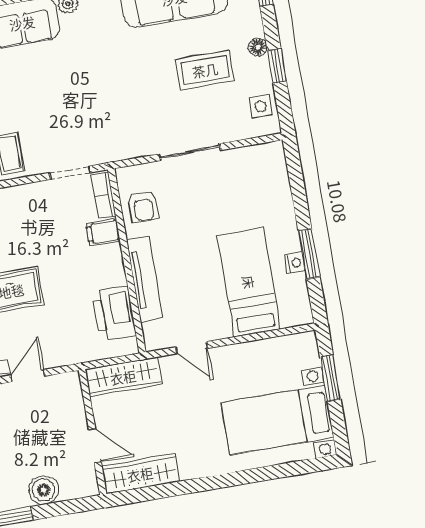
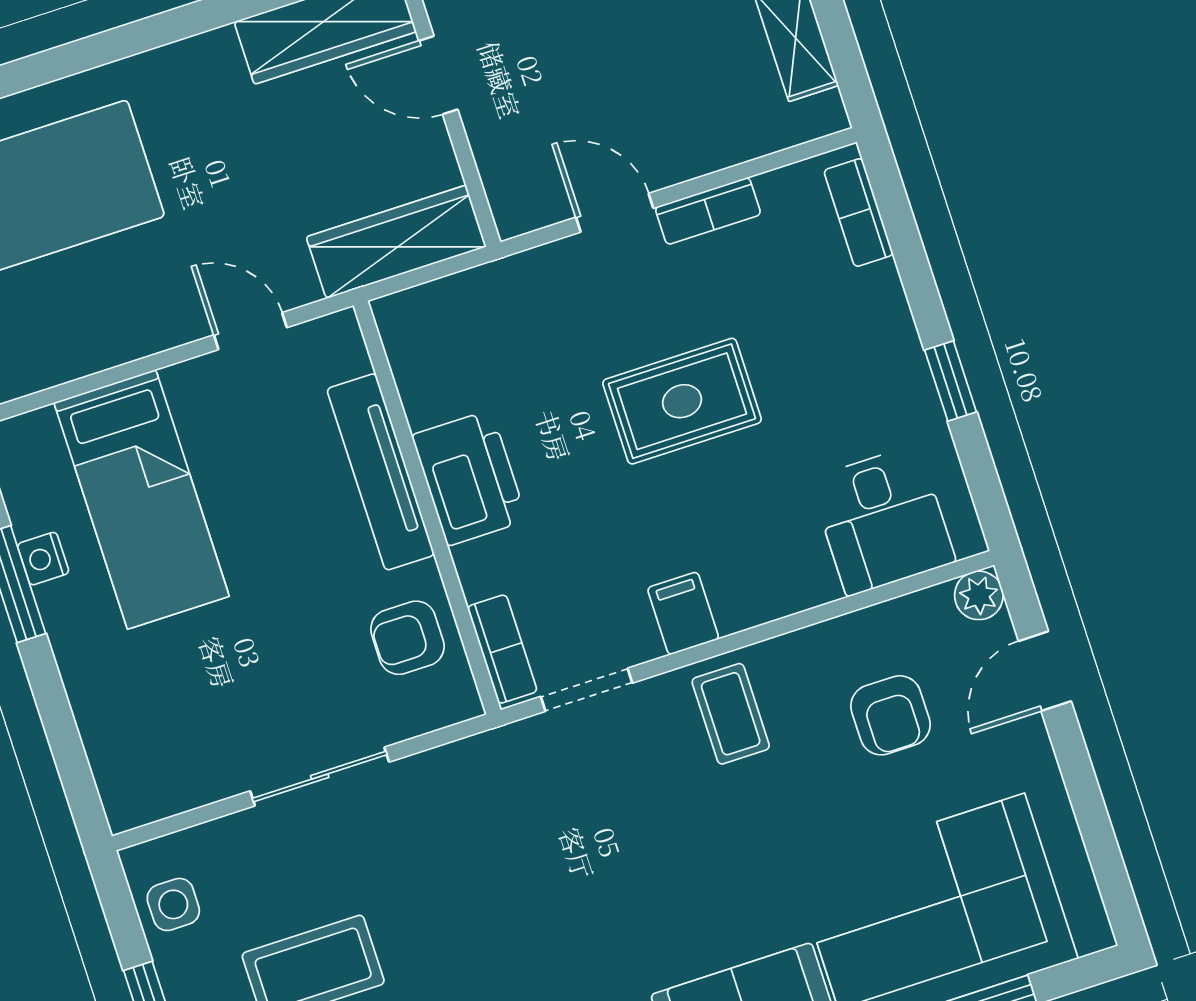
armchair: (143, 206) -> (407, 638), turned -90
filing cabinet: (103, 232) -> (683, 613), moved, turned -90
printer: (114, 313) -> (469, 478), moved
door: (28, 376) -> (615, 213), swing flipped

